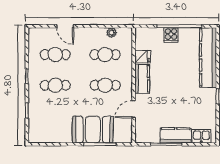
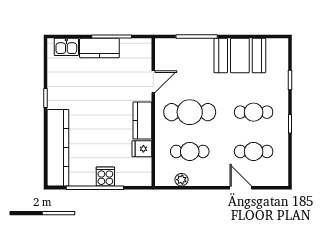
cafe table: (105, 85) -> (190, 112), width x1.37, depth x1.35
booth: (93, 129) -> (240, 56), moved

